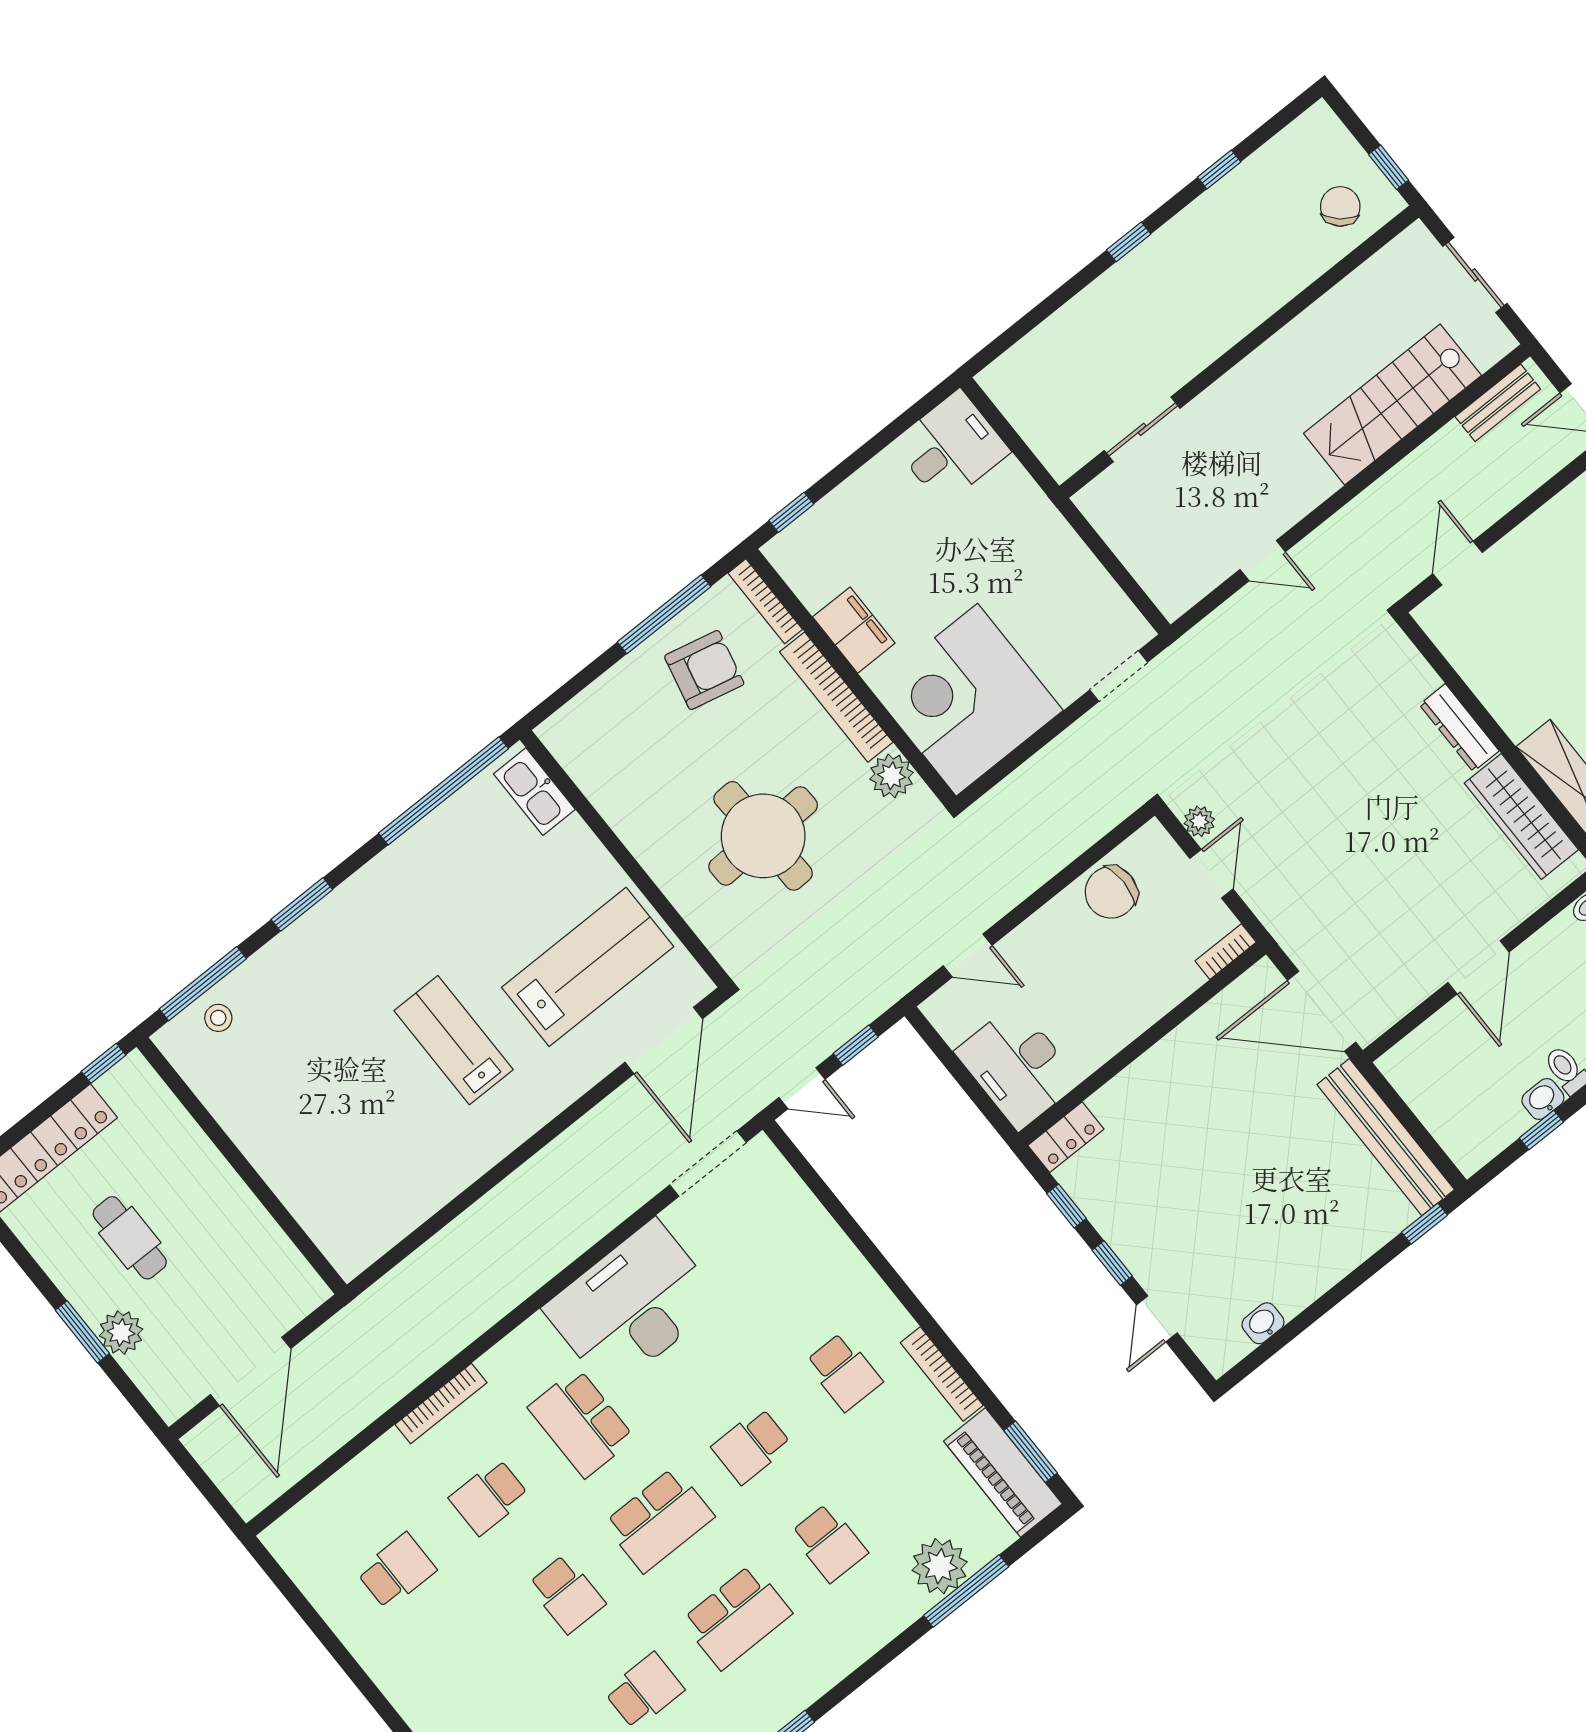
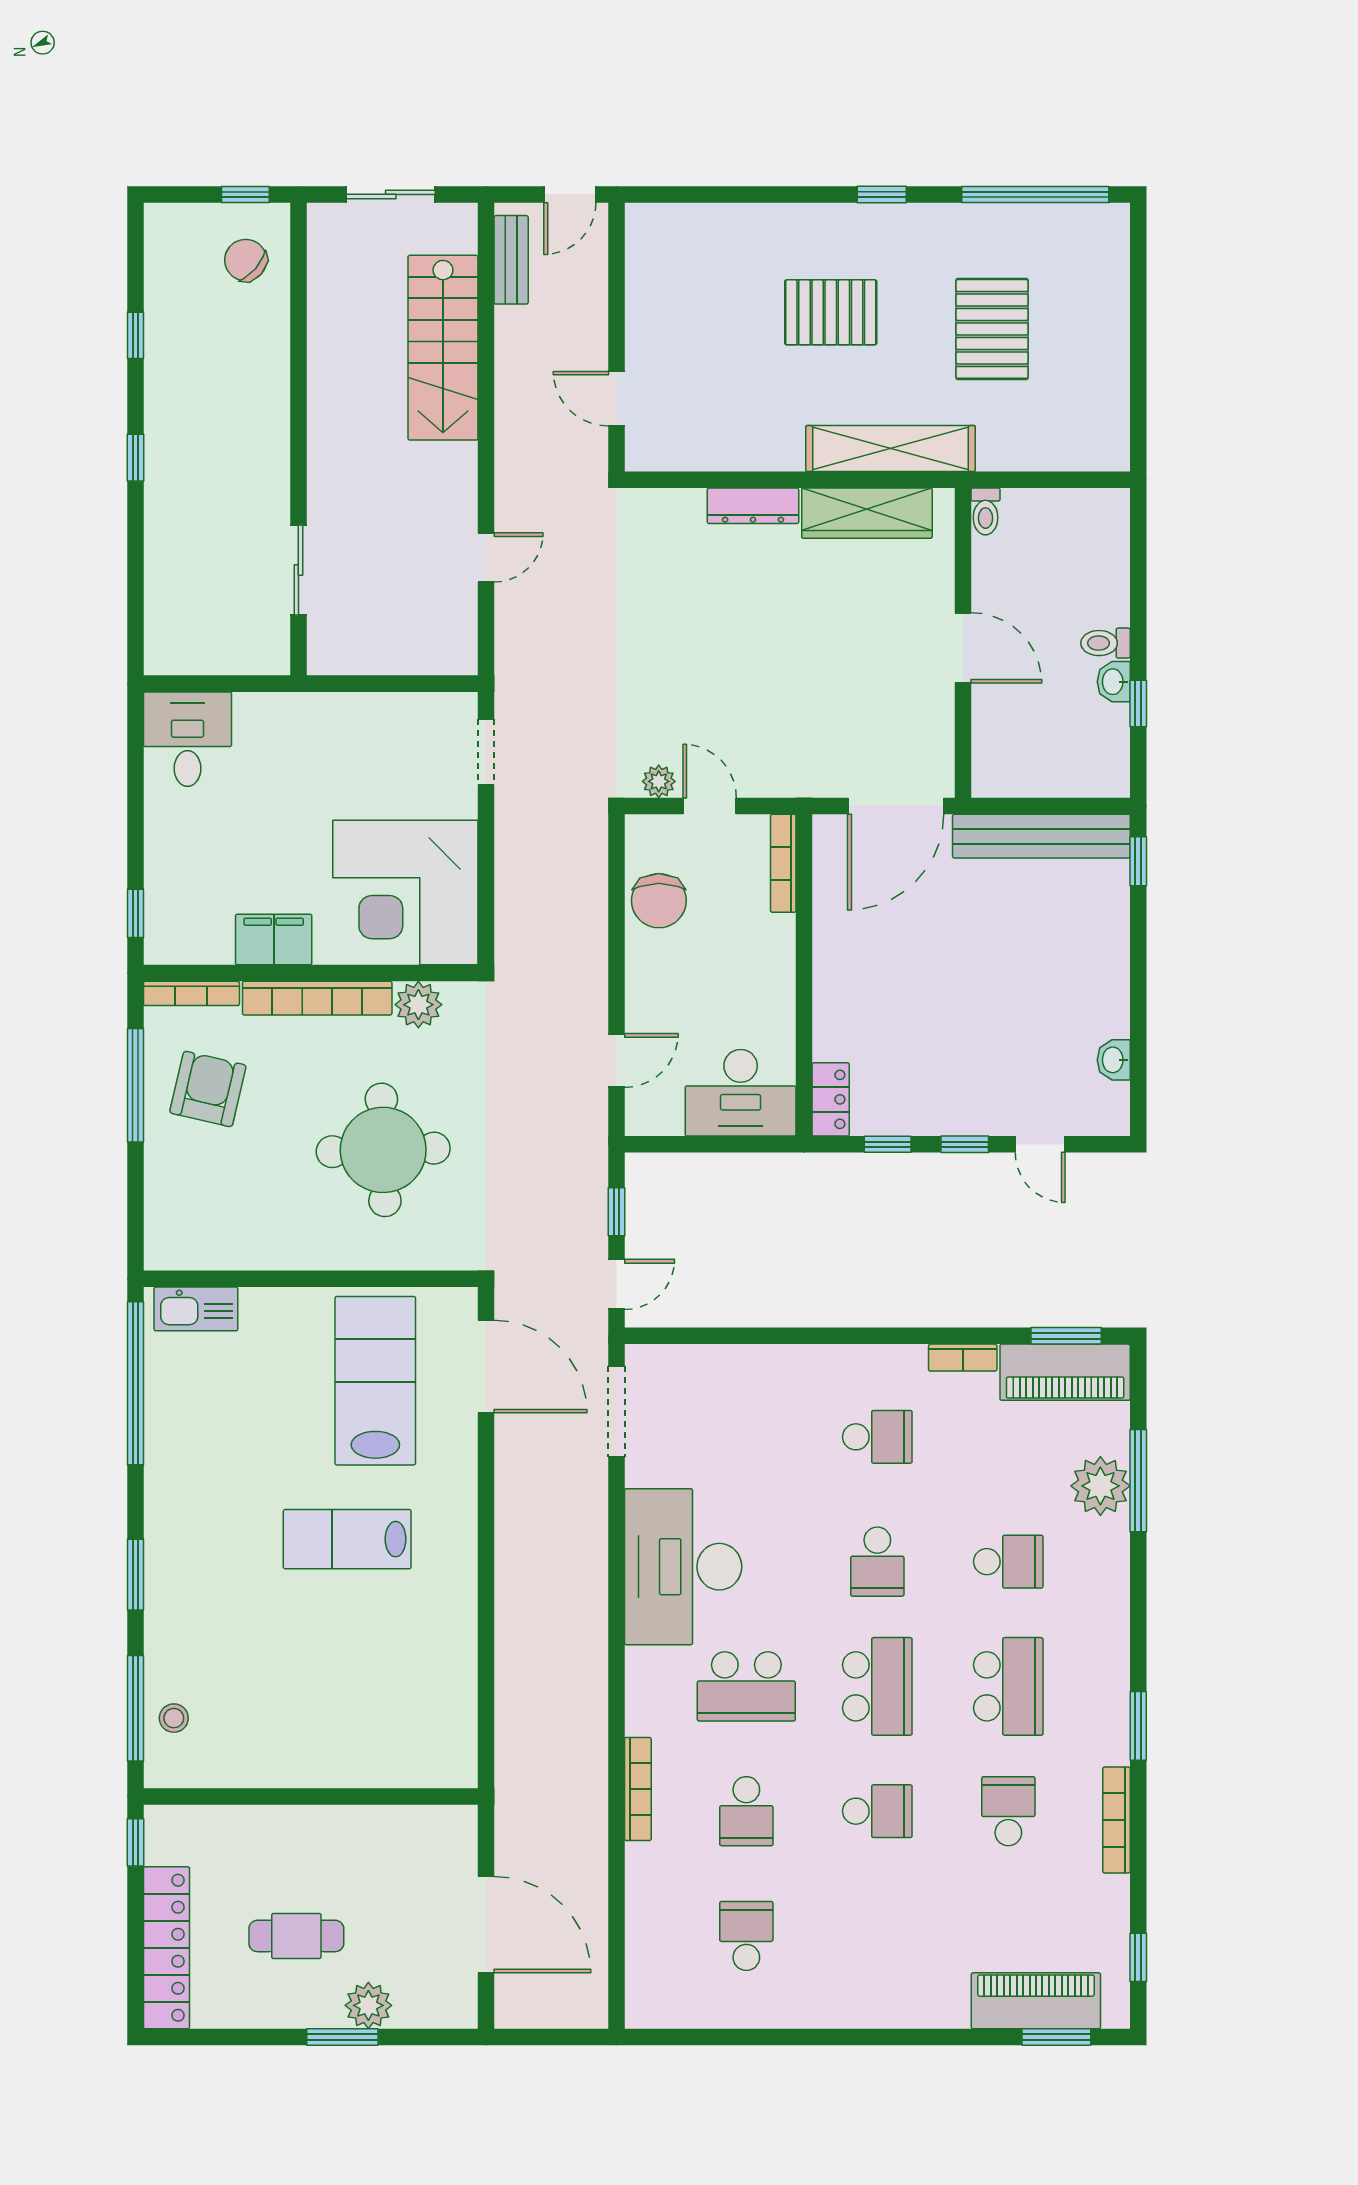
bookcase: (1226, 952) -> (783, 863), width x1.56
bookcase: (942, 1374) -> (963, 1358), width x0.64

